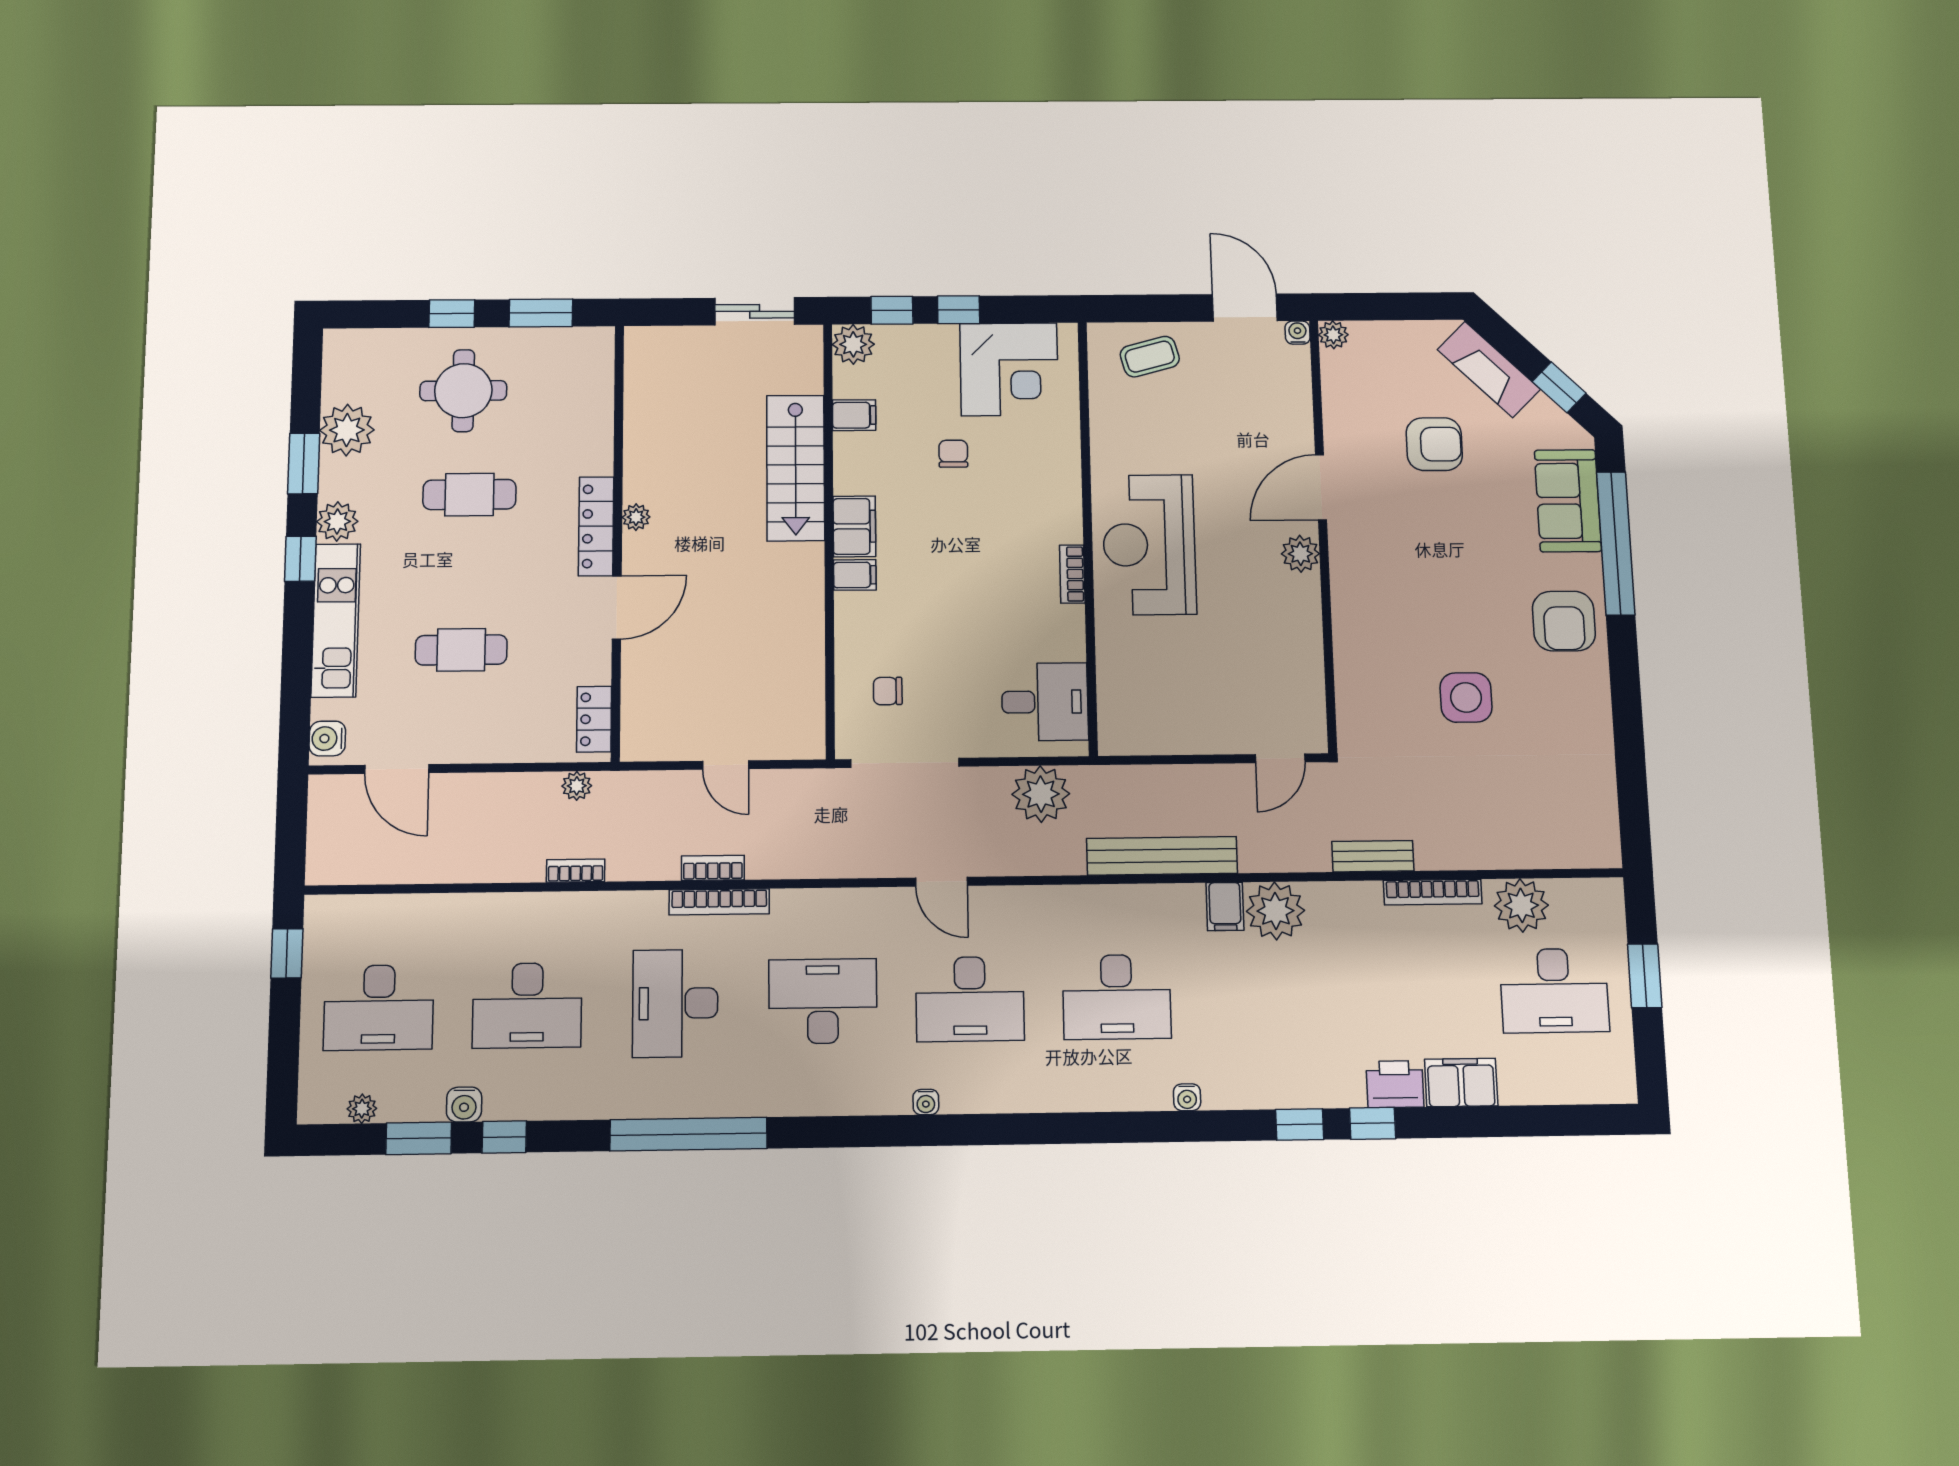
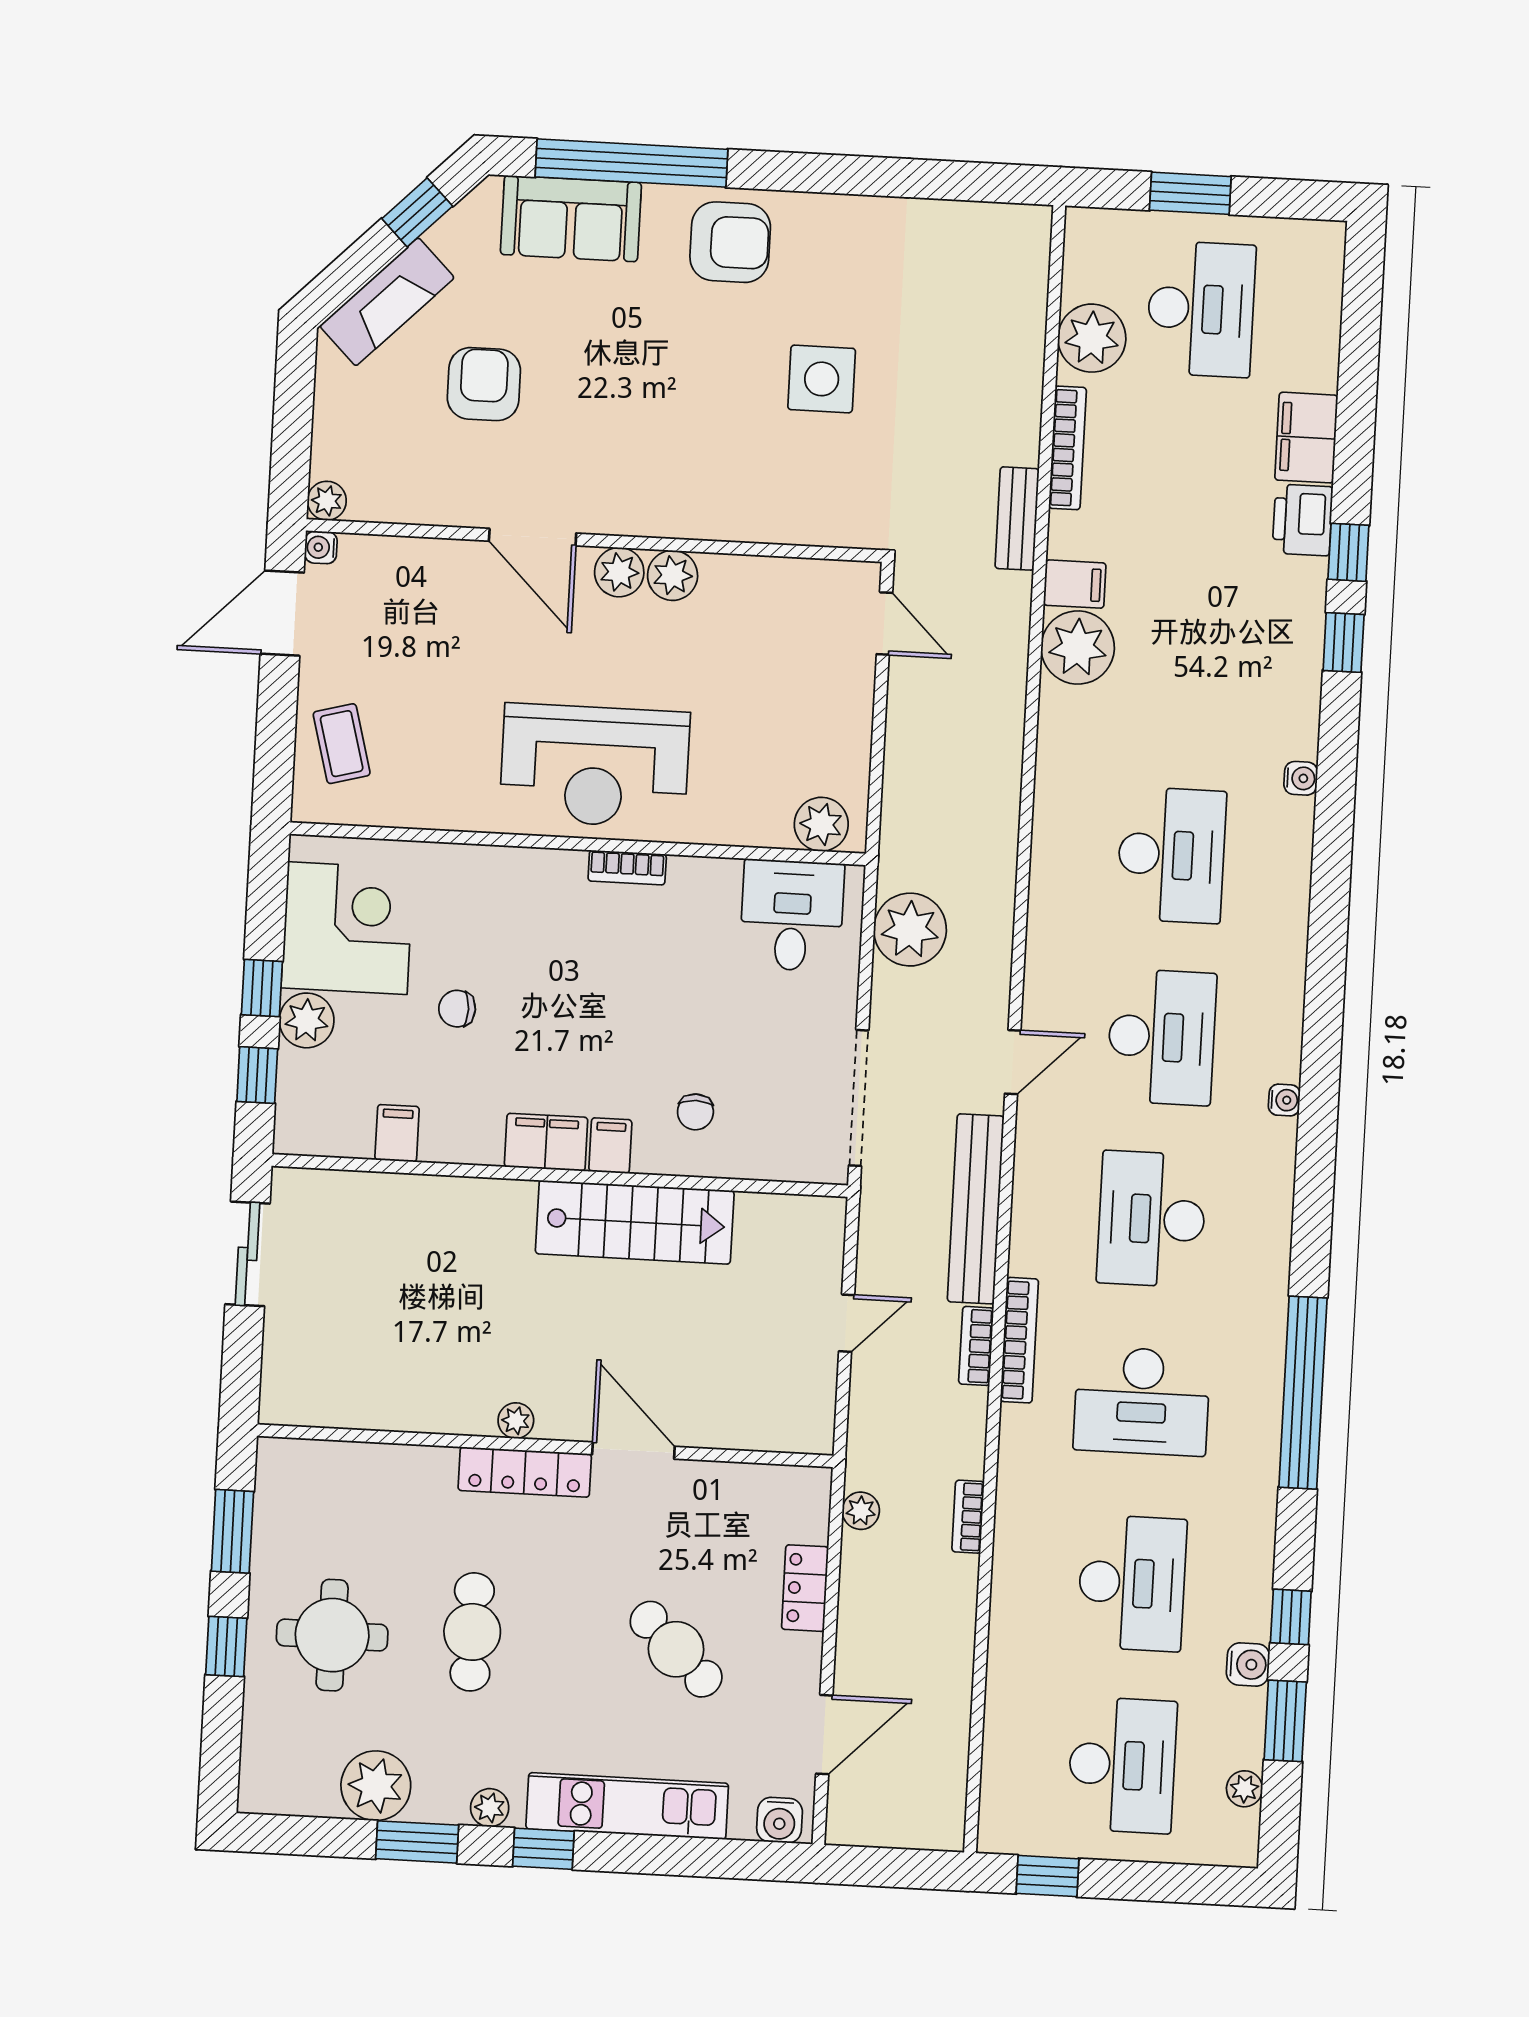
plant: (853, 344) -> (307, 1020), moved
stairs: (796, 468) -> (635, 1222), moved
plant: (337, 521) -> (490, 1808), width x0.73, depth x0.73
plant: (1302, 594) -> (673, 575), added
cafe table: (461, 650) -> (676, 1649), turned -46
chair: (888, 691) -> (695, 1112), moved
locker: (594, 719) -> (805, 1588), moved, turned 90
plant: (1118, 720) -> (821, 824), added
bench: (1162, 856) -> (976, 1209), moved
filing cabinet: (1225, 906) -> (1075, 584), moved

